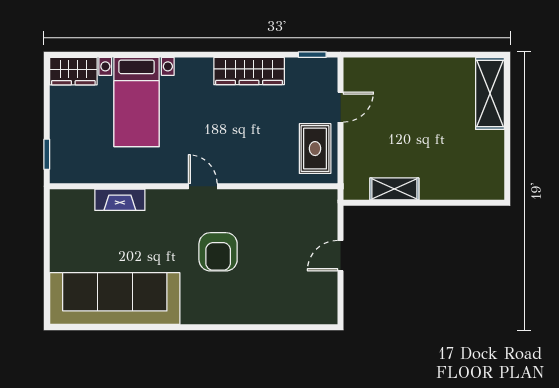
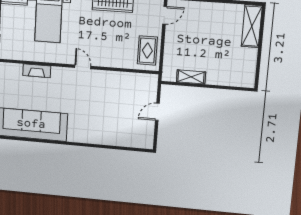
door: (340, 107) -> (165, 15), moved
armchair: (218, 252) -> (89, 104), removed

